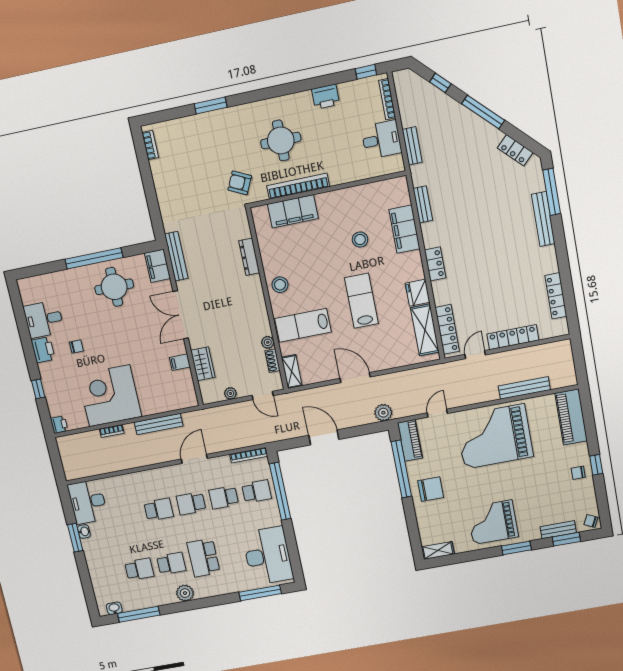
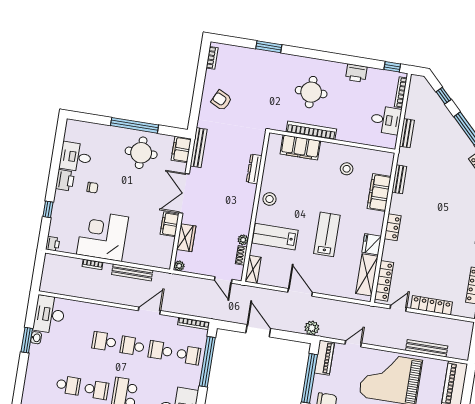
armchair: (240, 183) -> (221, 100), moved
stool: (360, 240) -> (347, 169), moved
filing cabinet: (180, 362) -> (170, 224), width x2.00
plant: (230, 393) -> (179, 266), moved
school desk: (159, 509) -> (104, 341), turned 180

